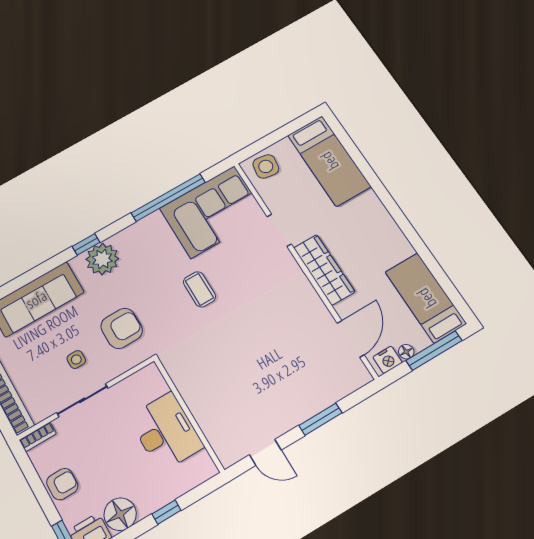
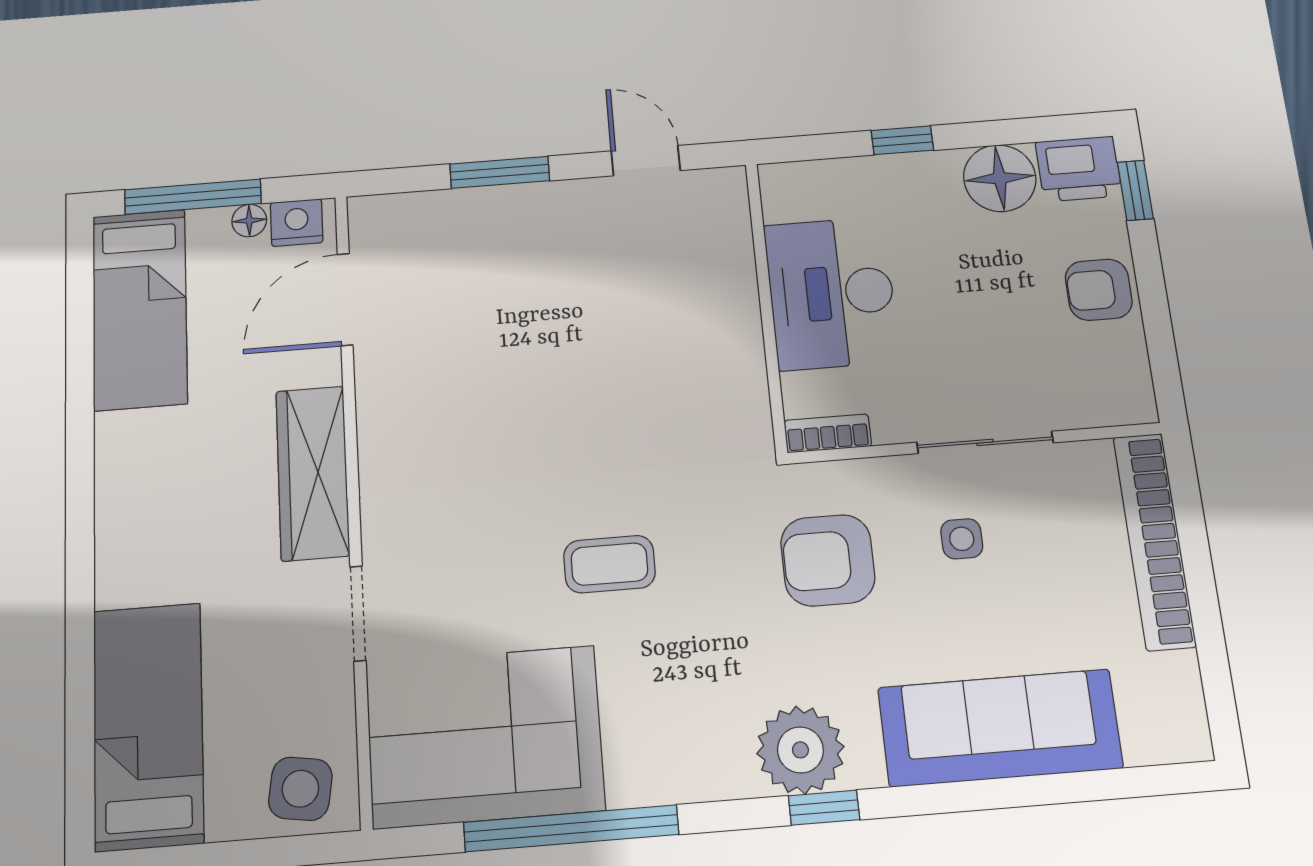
coffee table: (199, 289) -> (609, 564), turned 90
bookcase: (38, 437) -> (828, 433), moved

